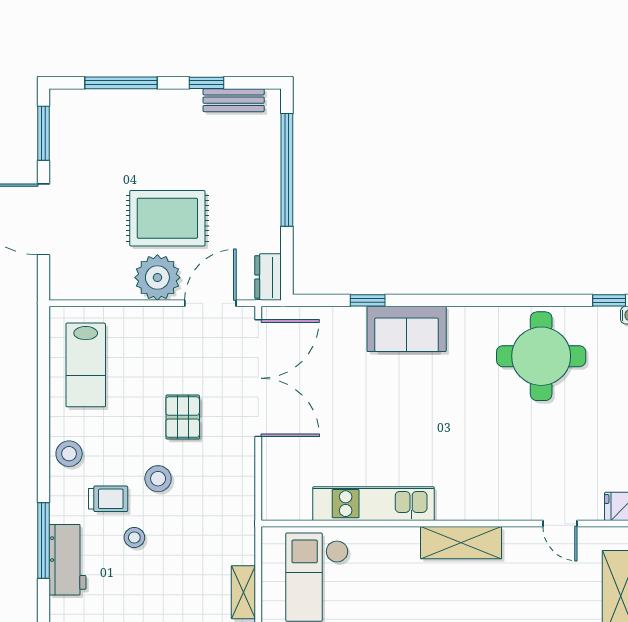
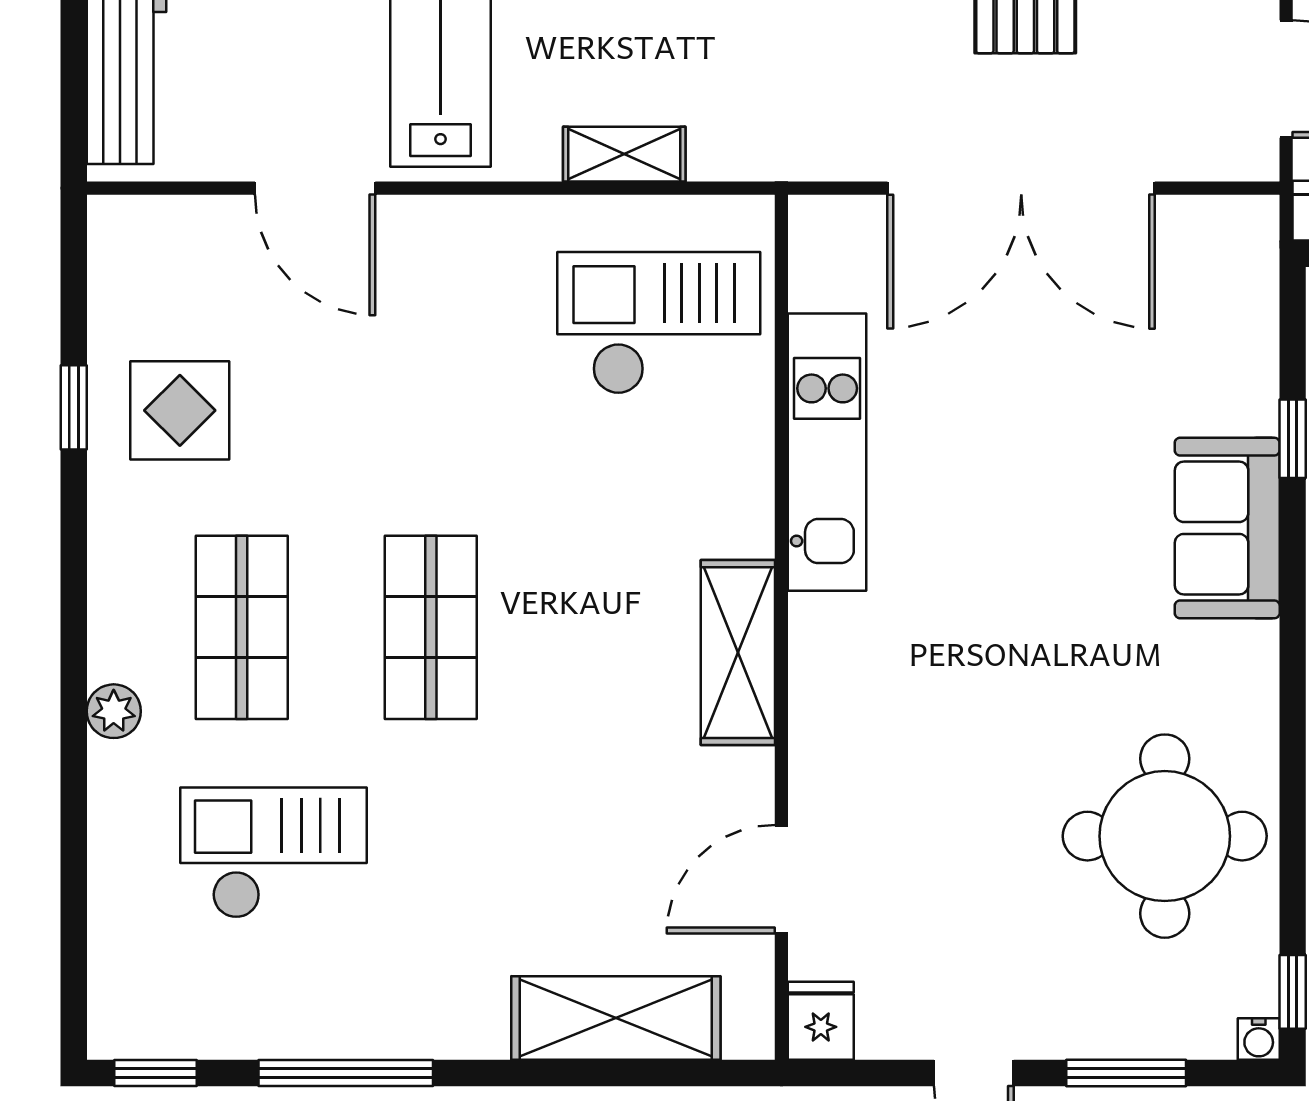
double door: (258, 378) -> (1021, 188), moved
door: (560, 524) -> (781, 879), width x1.38

